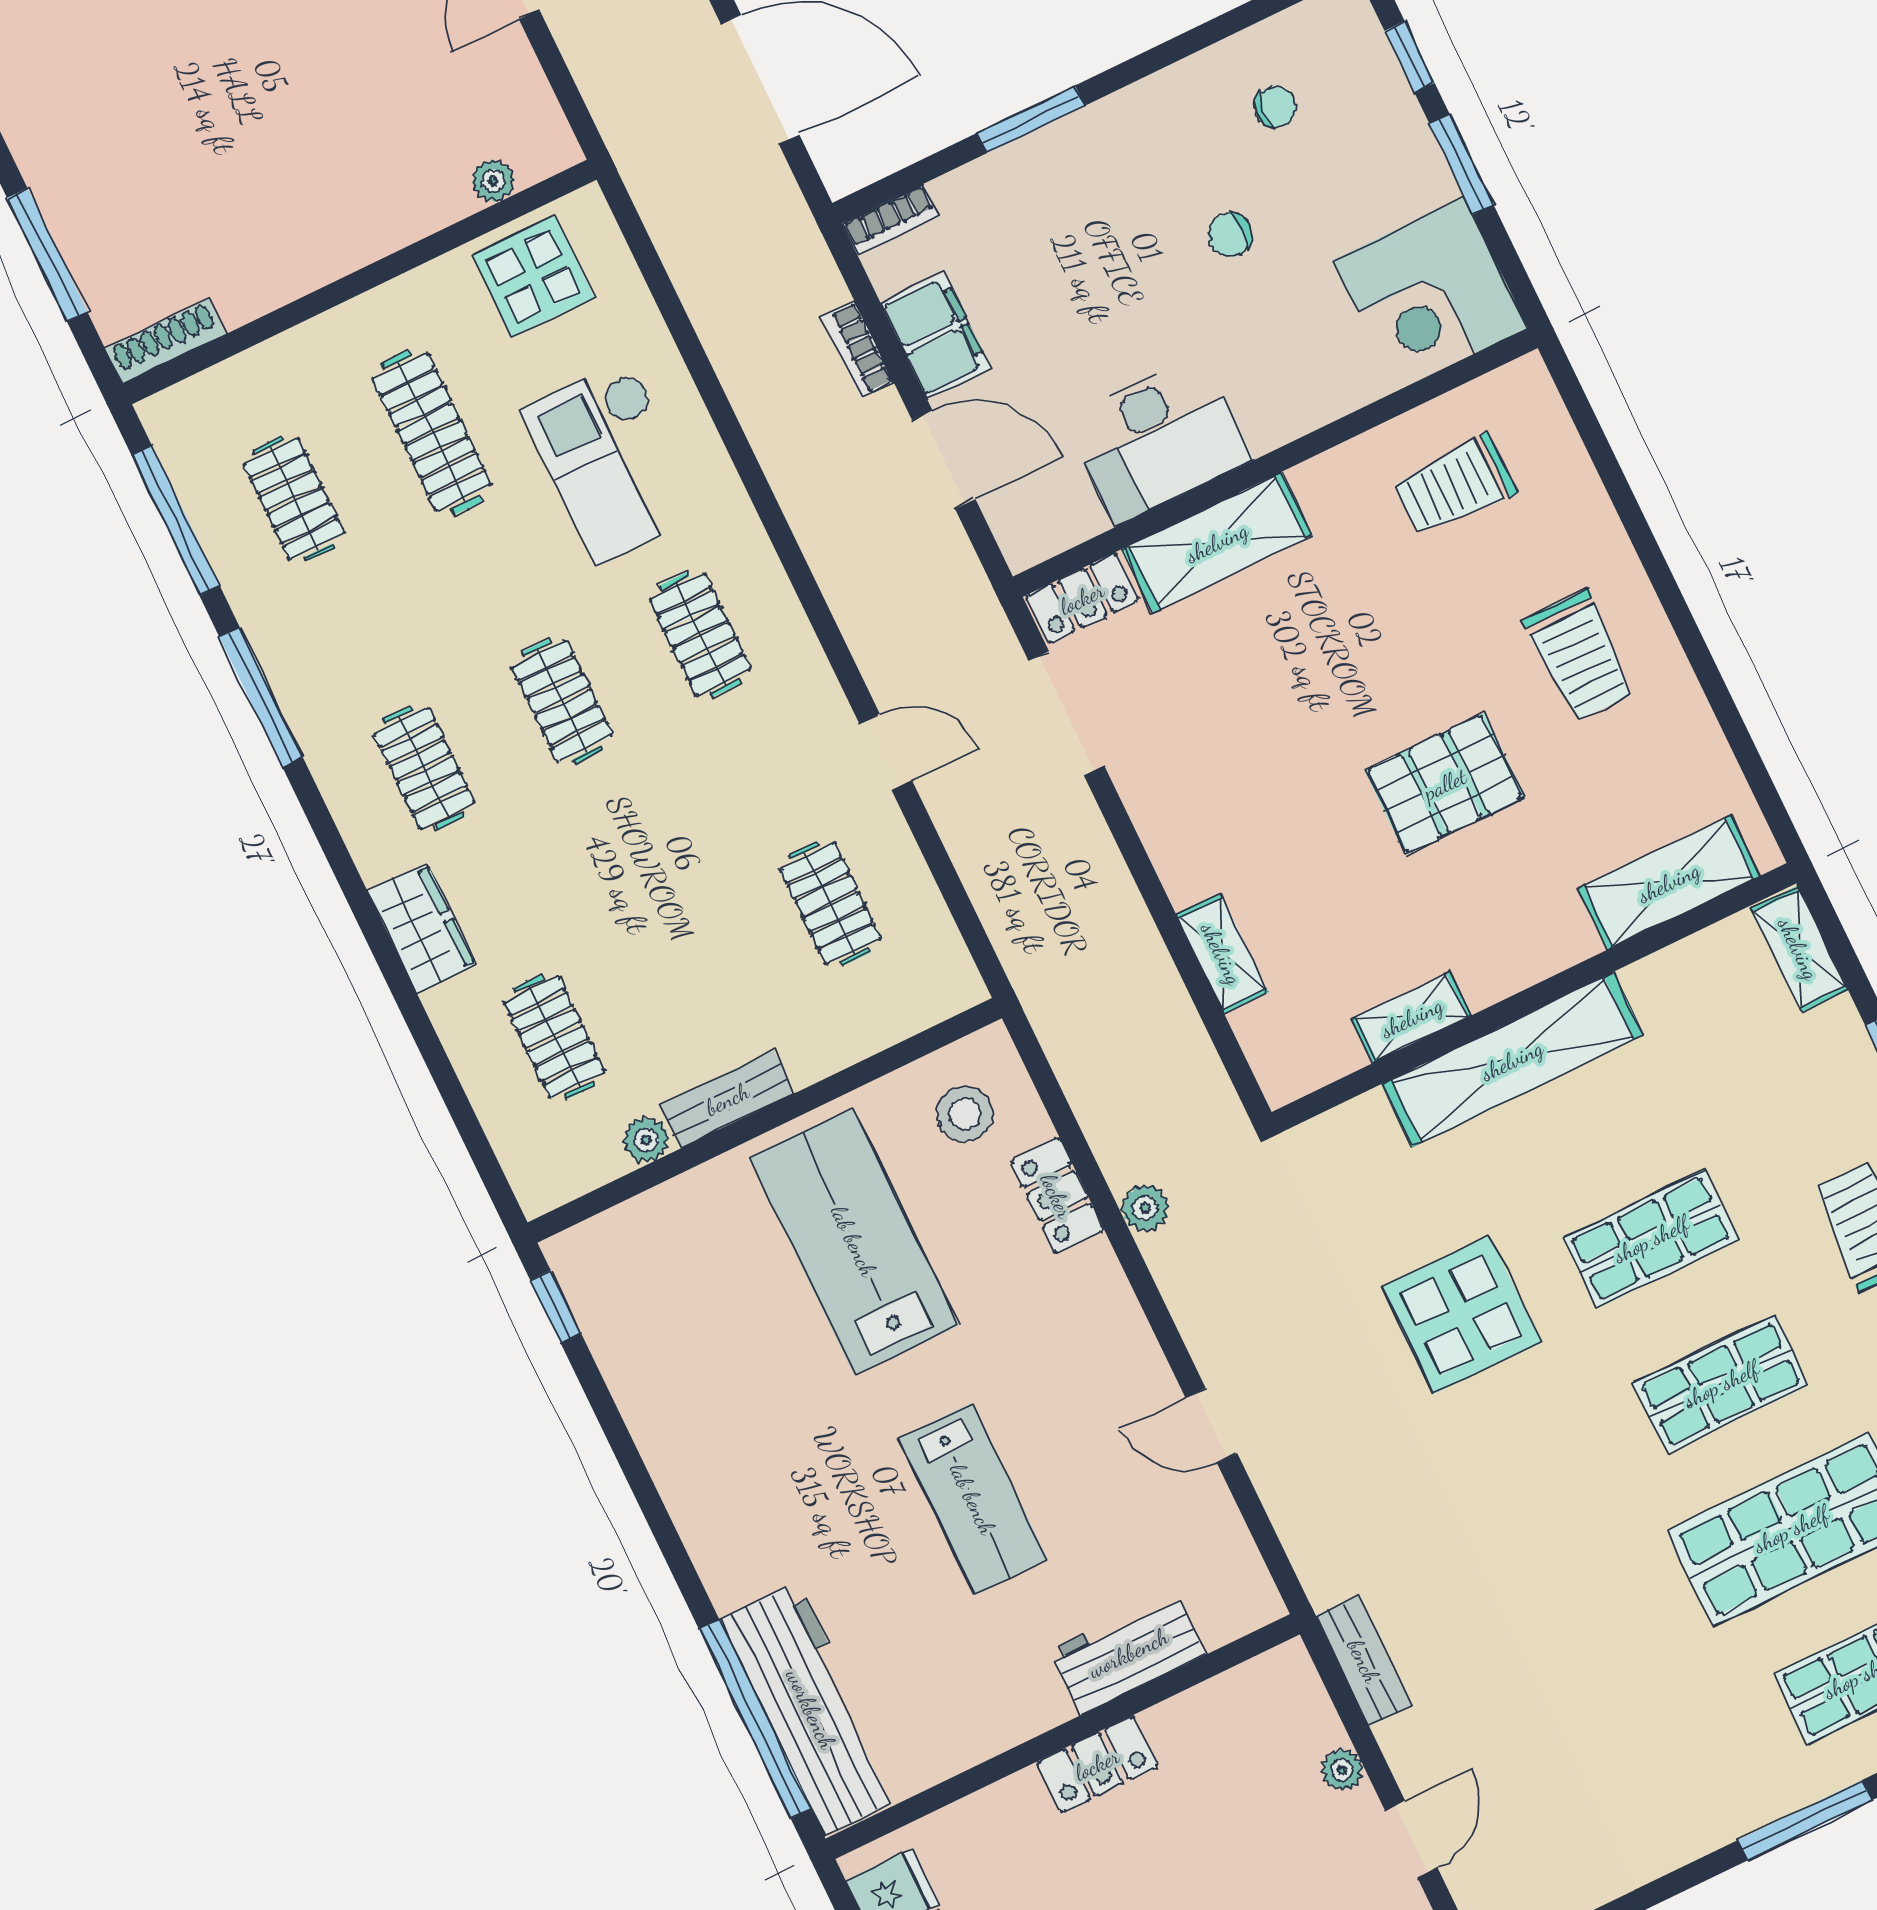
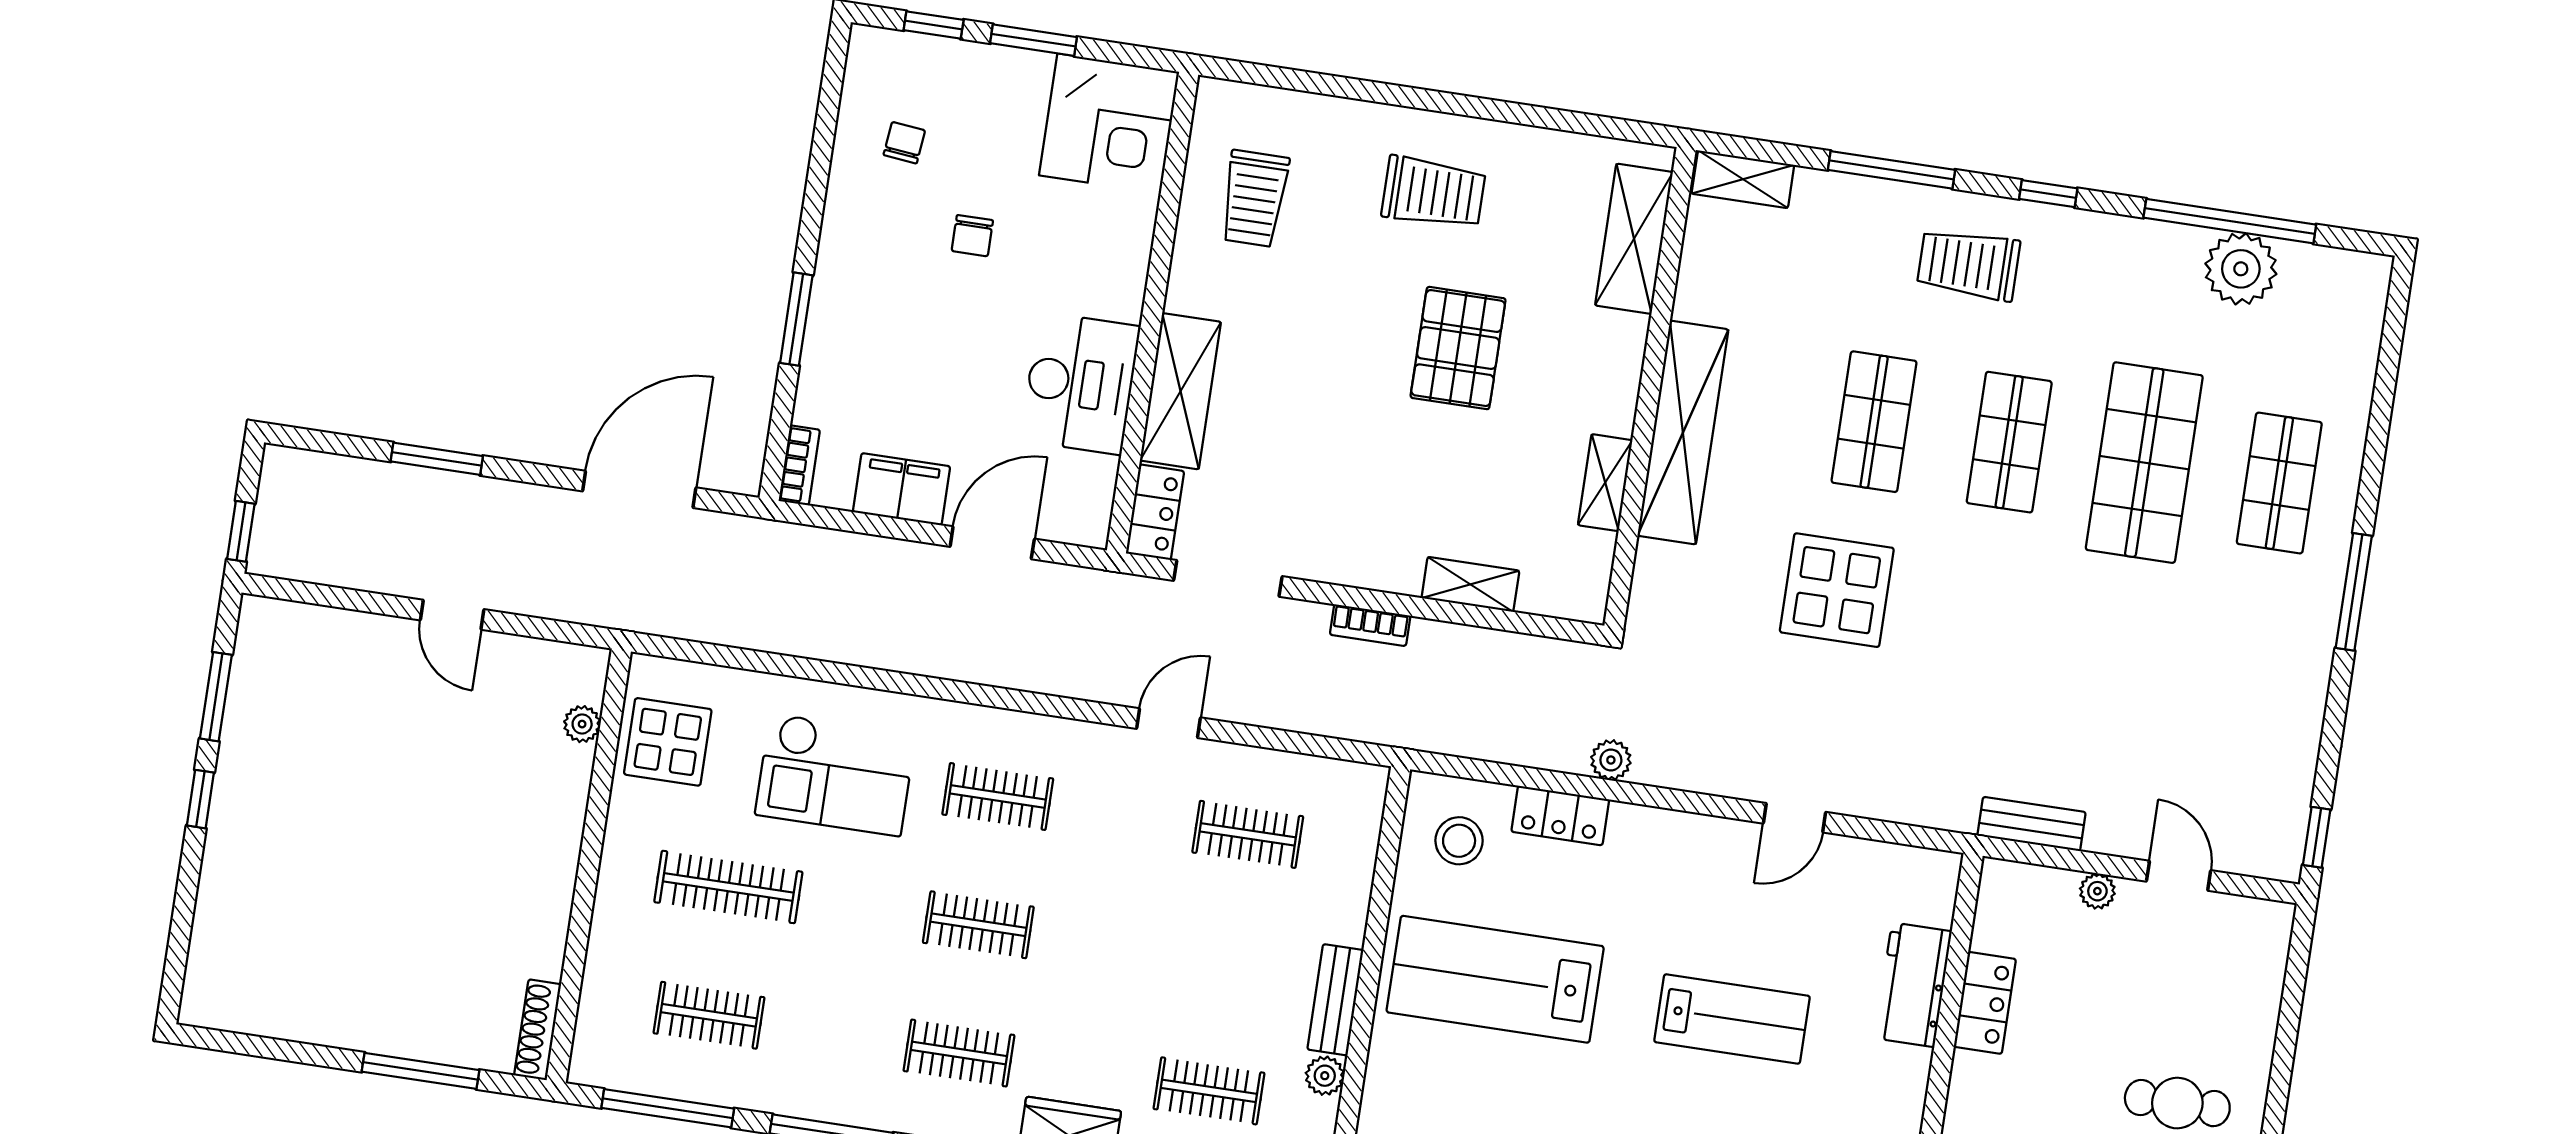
bookcase: (858, 349) -> (1370, 625), moved
locker: (1097, 1764) -> (1985, 1003), moved

